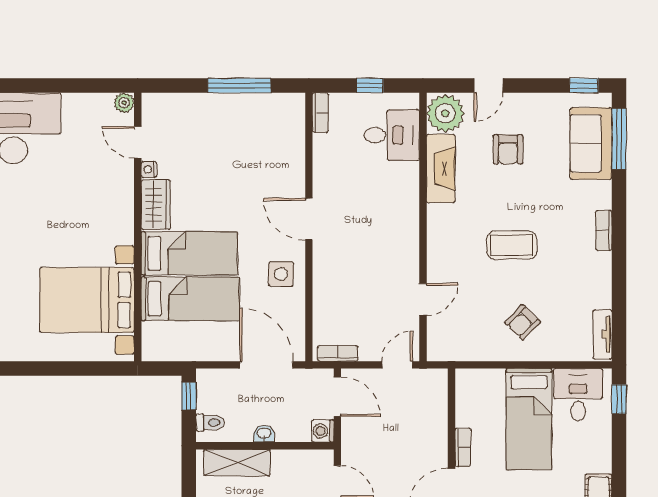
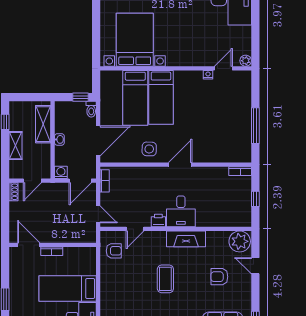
desk: (392, 135) -> (181, 211), moved
fireplace: (441, 168) -> (186, 239), moved
wardrobe: (156, 205) -> (188, 79), removed
printer: (408, 258) -> (158, 220), added
door: (423, 299) -> (135, 229), hinge flipped
armchair: (523, 322) -> (114, 251), moved, turned 135
toilet: (210, 423) -> (91, 109), moved

